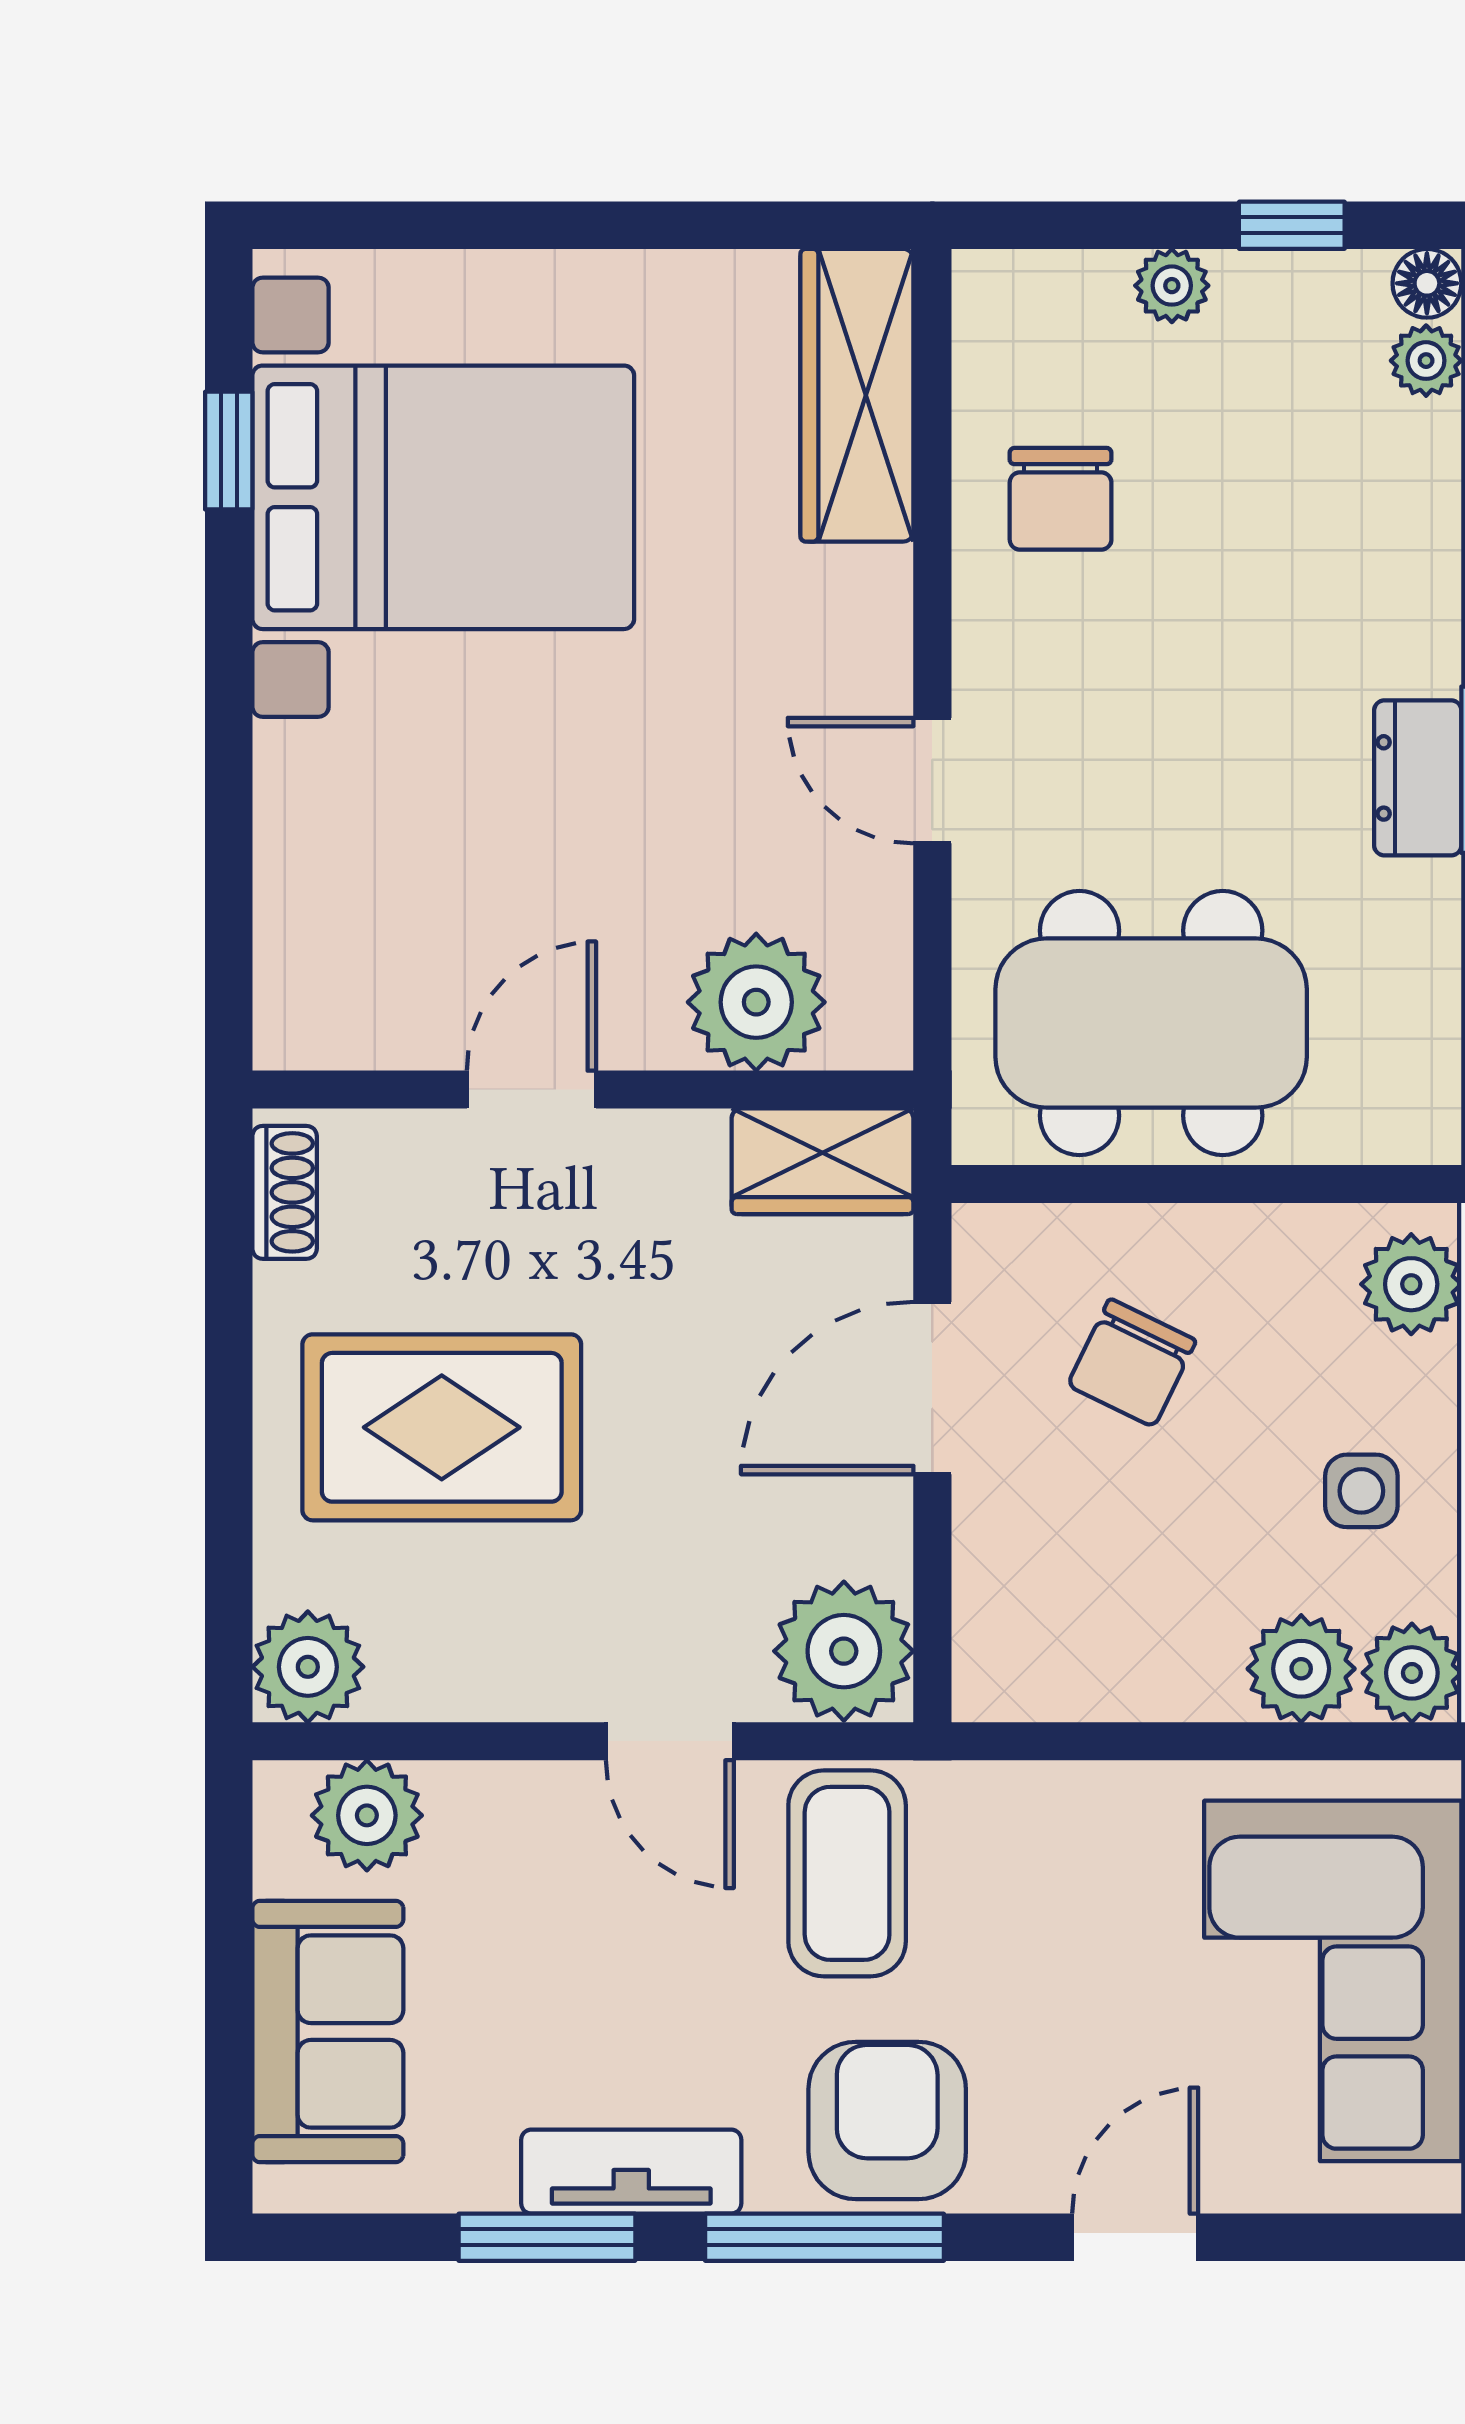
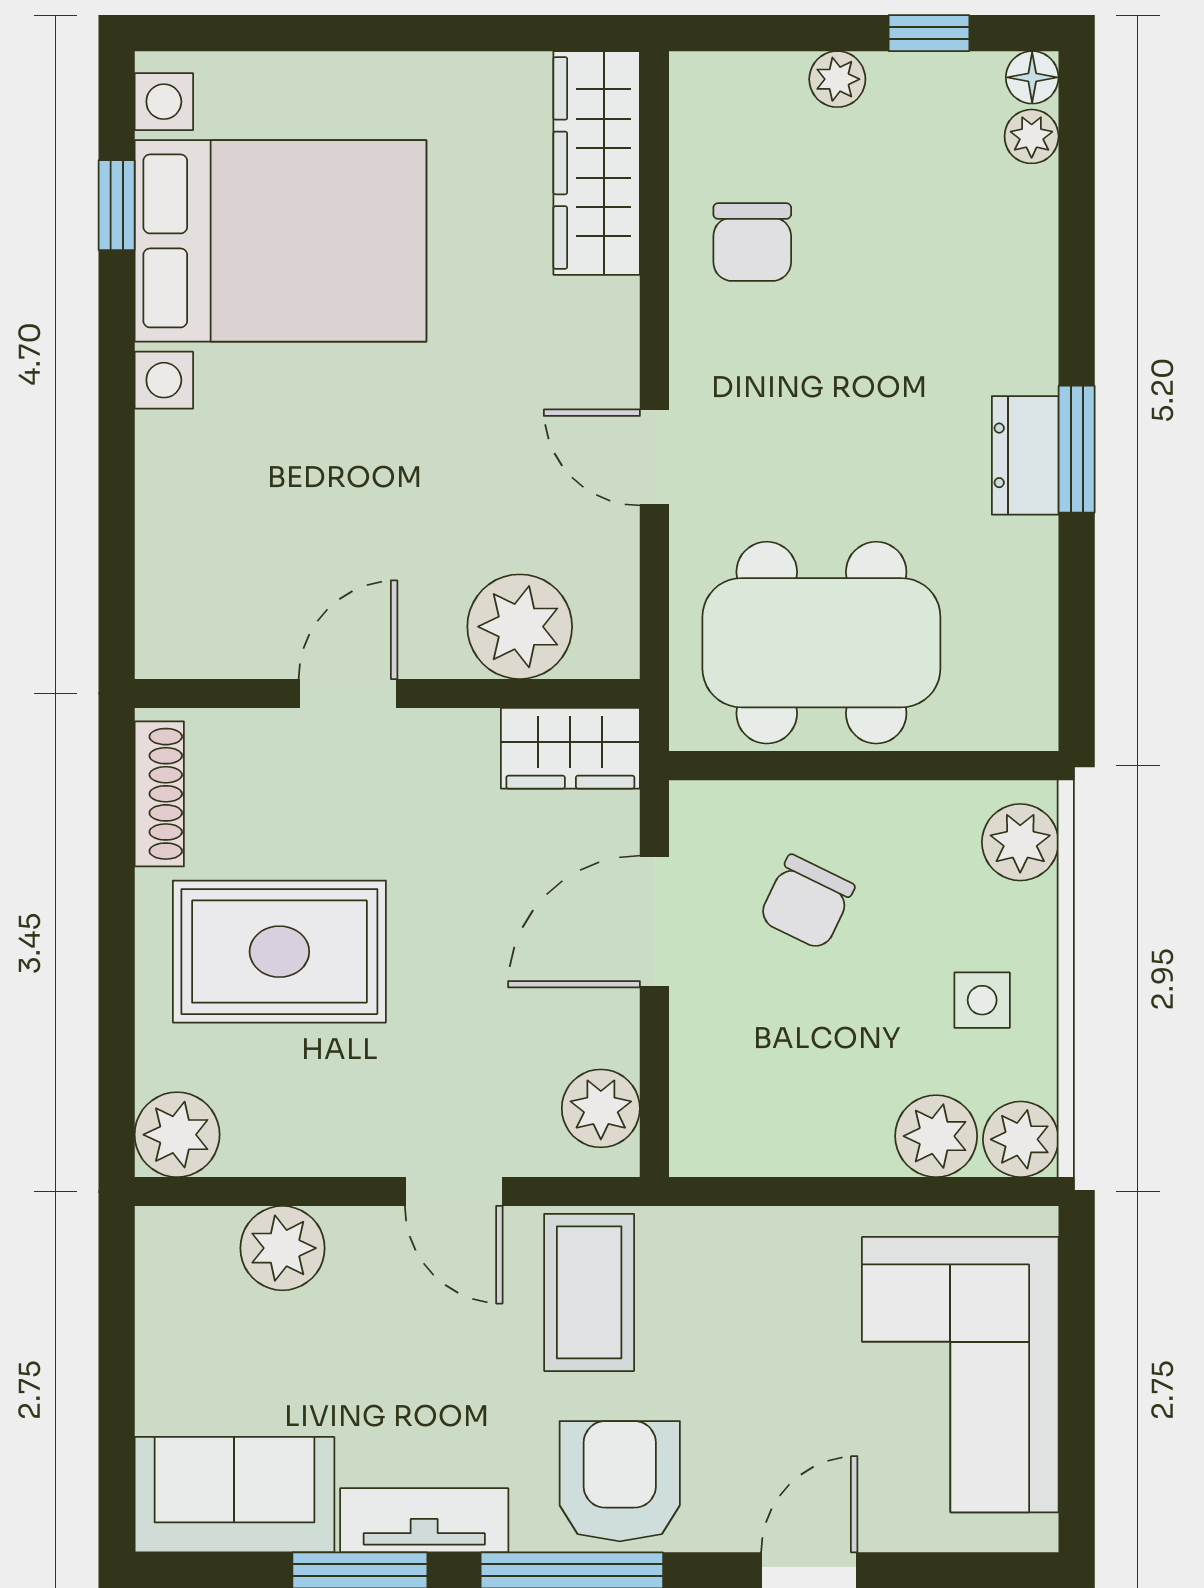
shoe rack: (285, 1192) -> (159, 794), width x1.43
plant: (844, 1651) -> (601, 1108), width x0.73, depth x0.73
plant: (367, 1815) -> (282, 1248), moved
sofa: (328, 2031) -> (234, 1495), moved, turned -90

